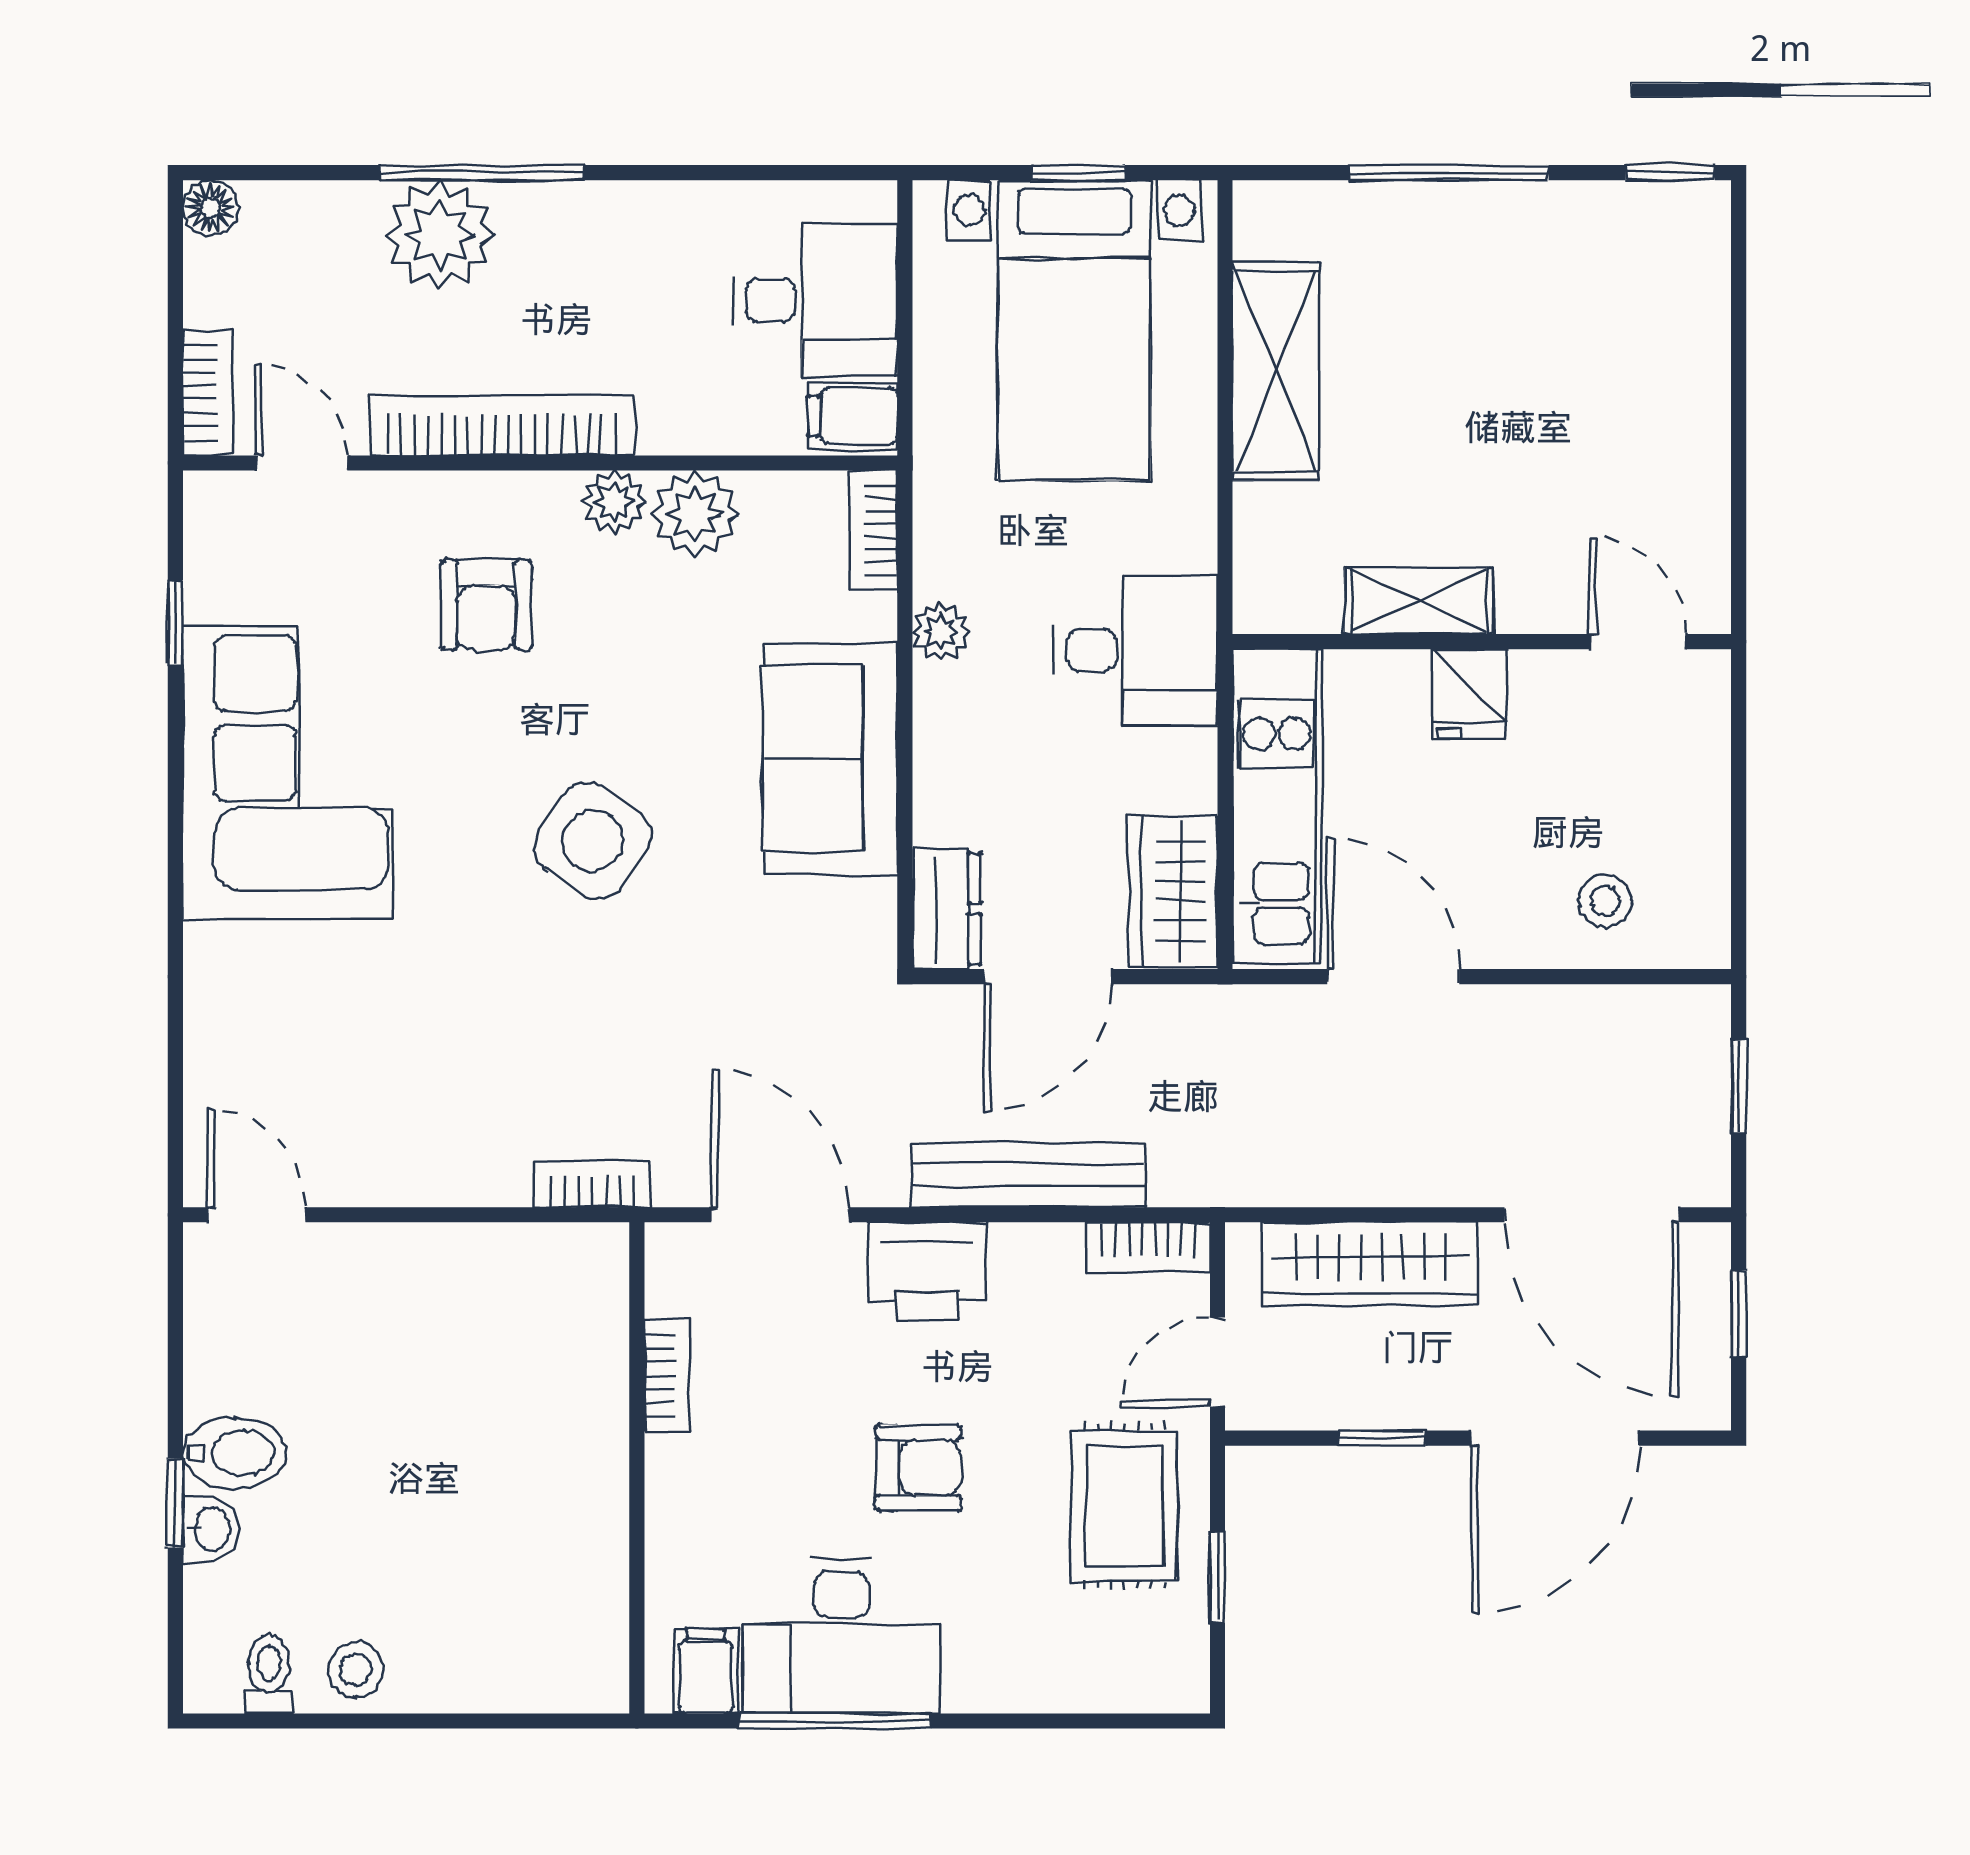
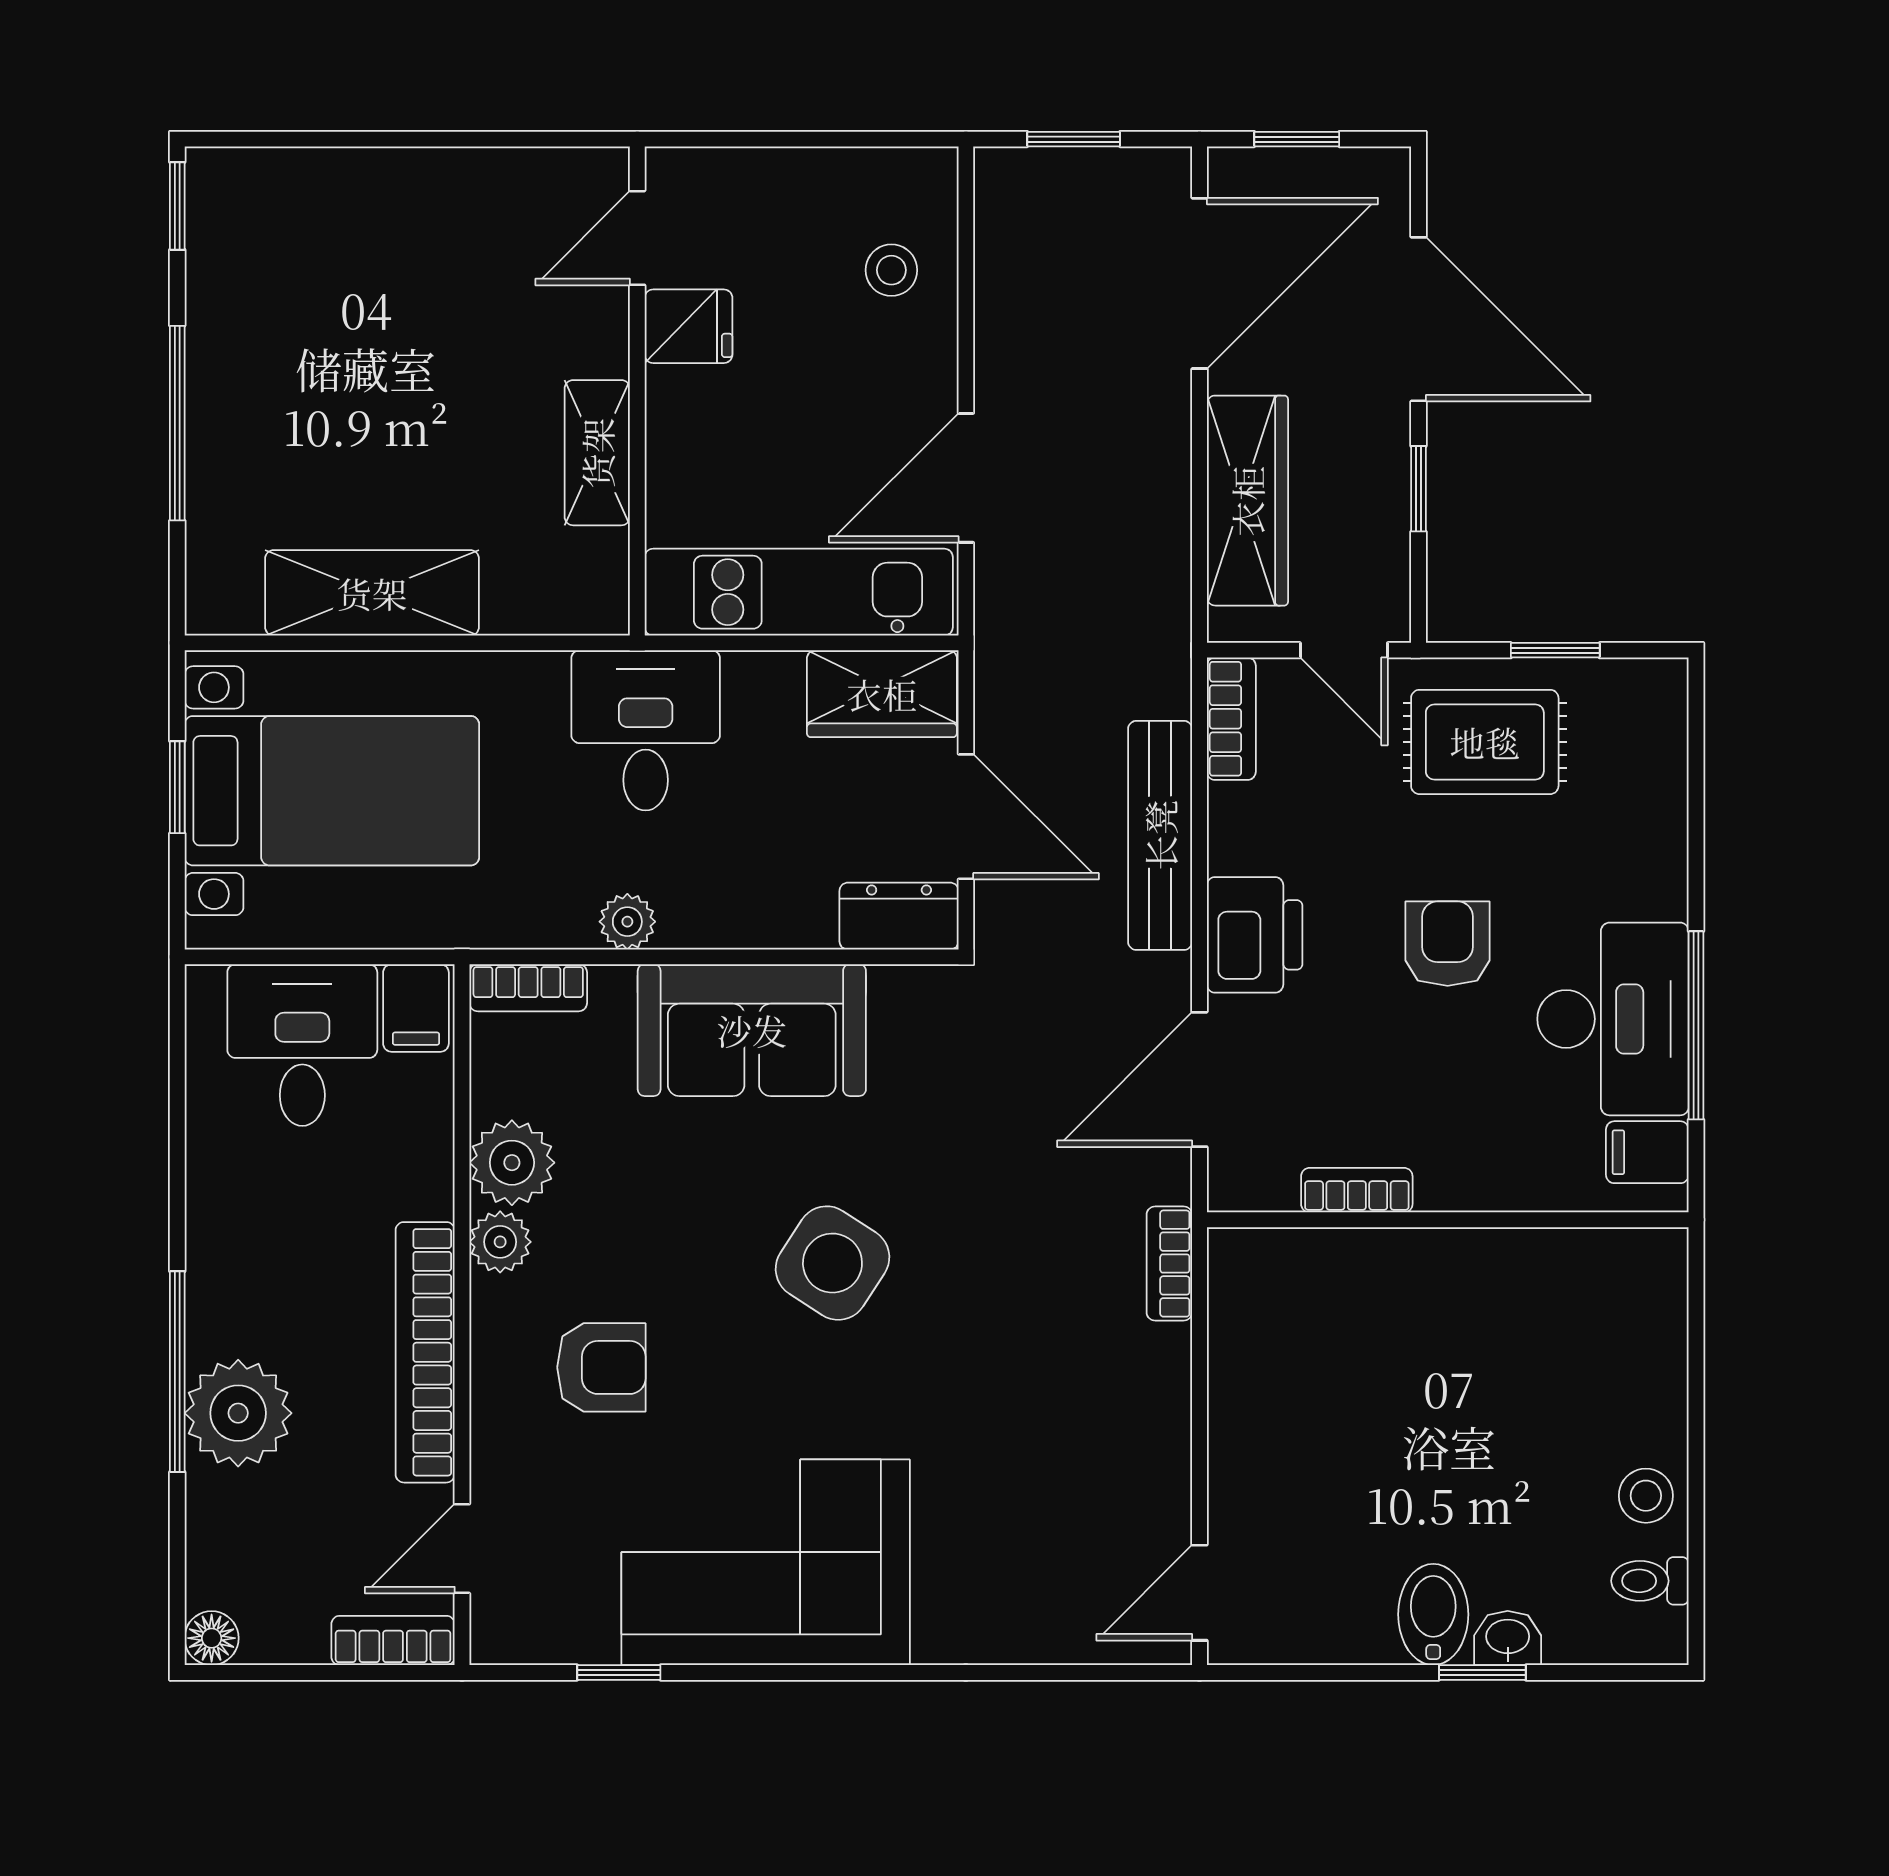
fridge: (1469, 694) -> (688, 326), moved

